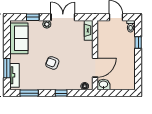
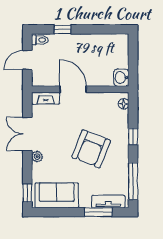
window: (33, 17) -> (27, 193), moved
armchair: (52, 63) -> (91, 149), width x1.88, depth x1.88
door: (95, 68) -> (73, 89), moved
window: (29, 93) -> (133, 181), width x1.44

